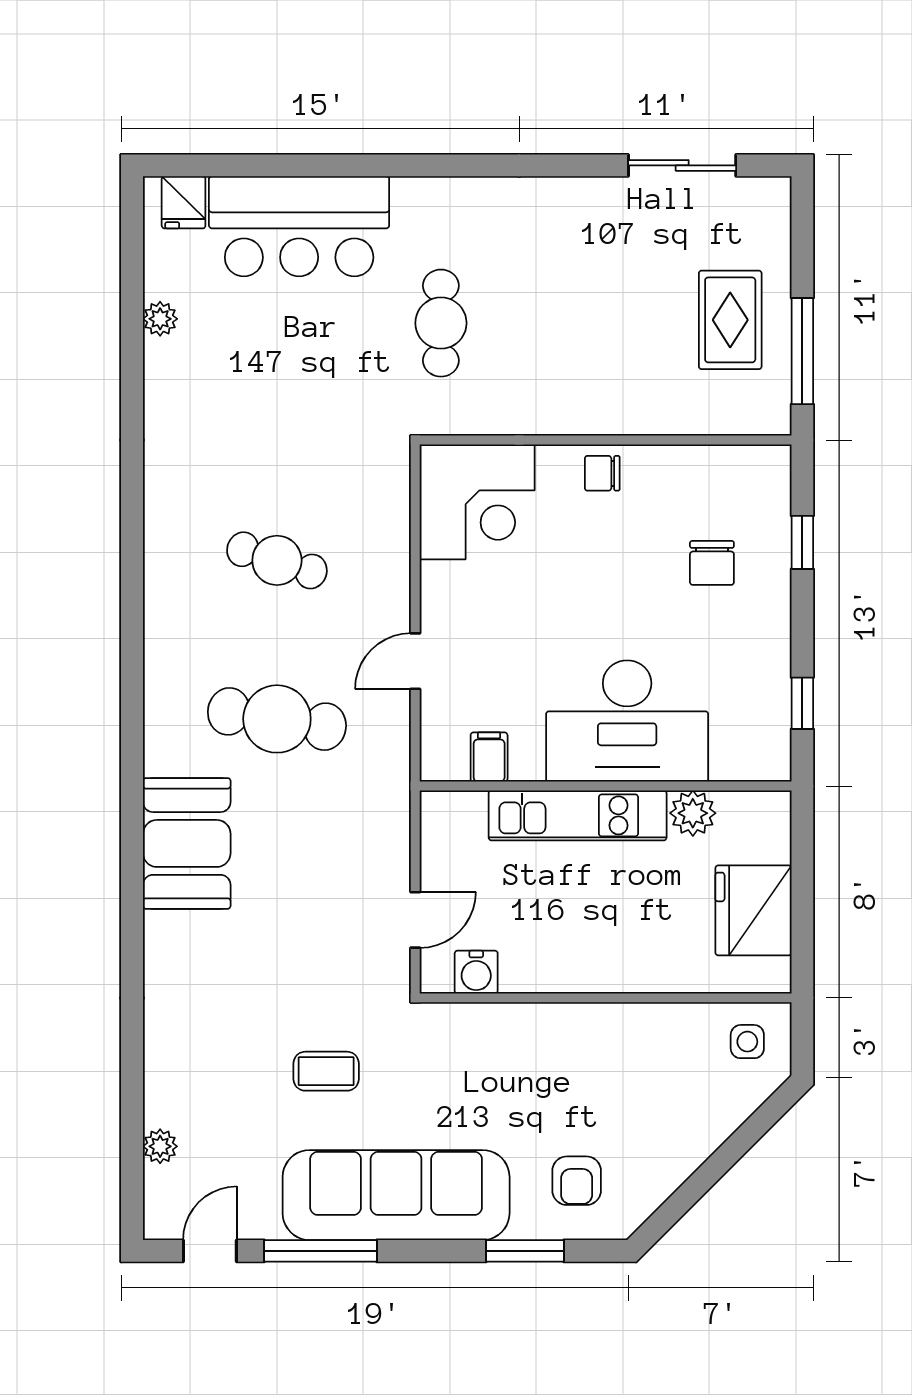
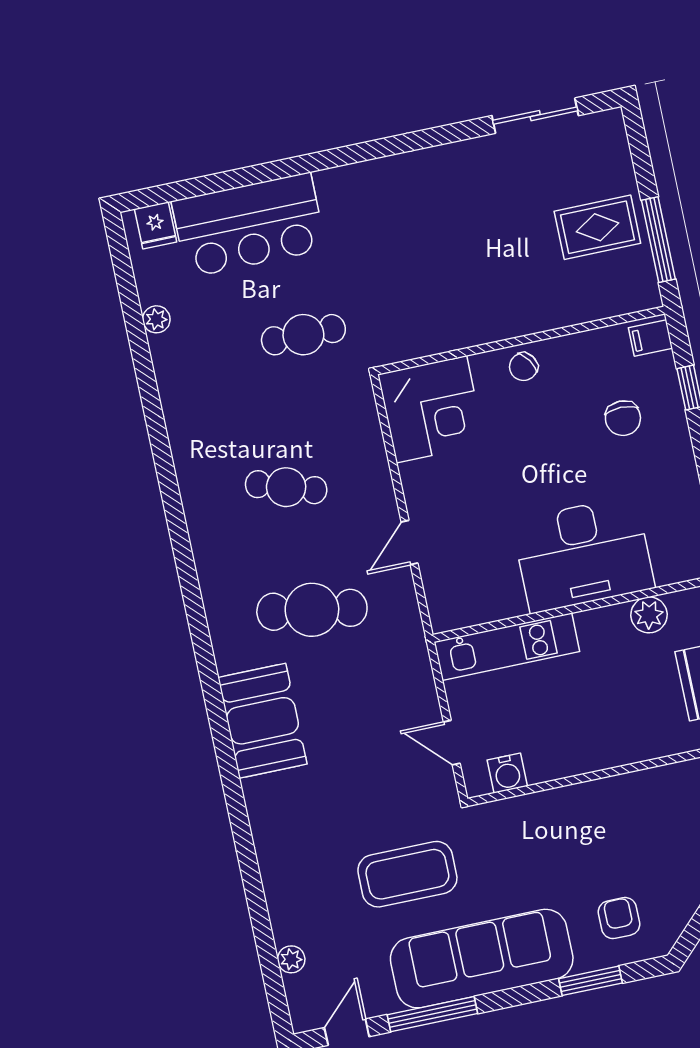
rug: (730, 320) -> (597, 227), turned 90
cafe table: (441, 323) -> (303, 335), moved, turned 90
chair: (602, 473) -> (523, 367), turned -34
filing cabinet: (489, 757) -> (650, 338), moved, turned -90
kitchen unit: (578, 815) -> (507, 647), moved
door: (415, 920) -> (452, 743), swing flipped
coffee table: (326, 1071) -> (407, 874), width x1.86, depth x1.72
armchair: (577, 1181) -> (619, 918), turned 180

